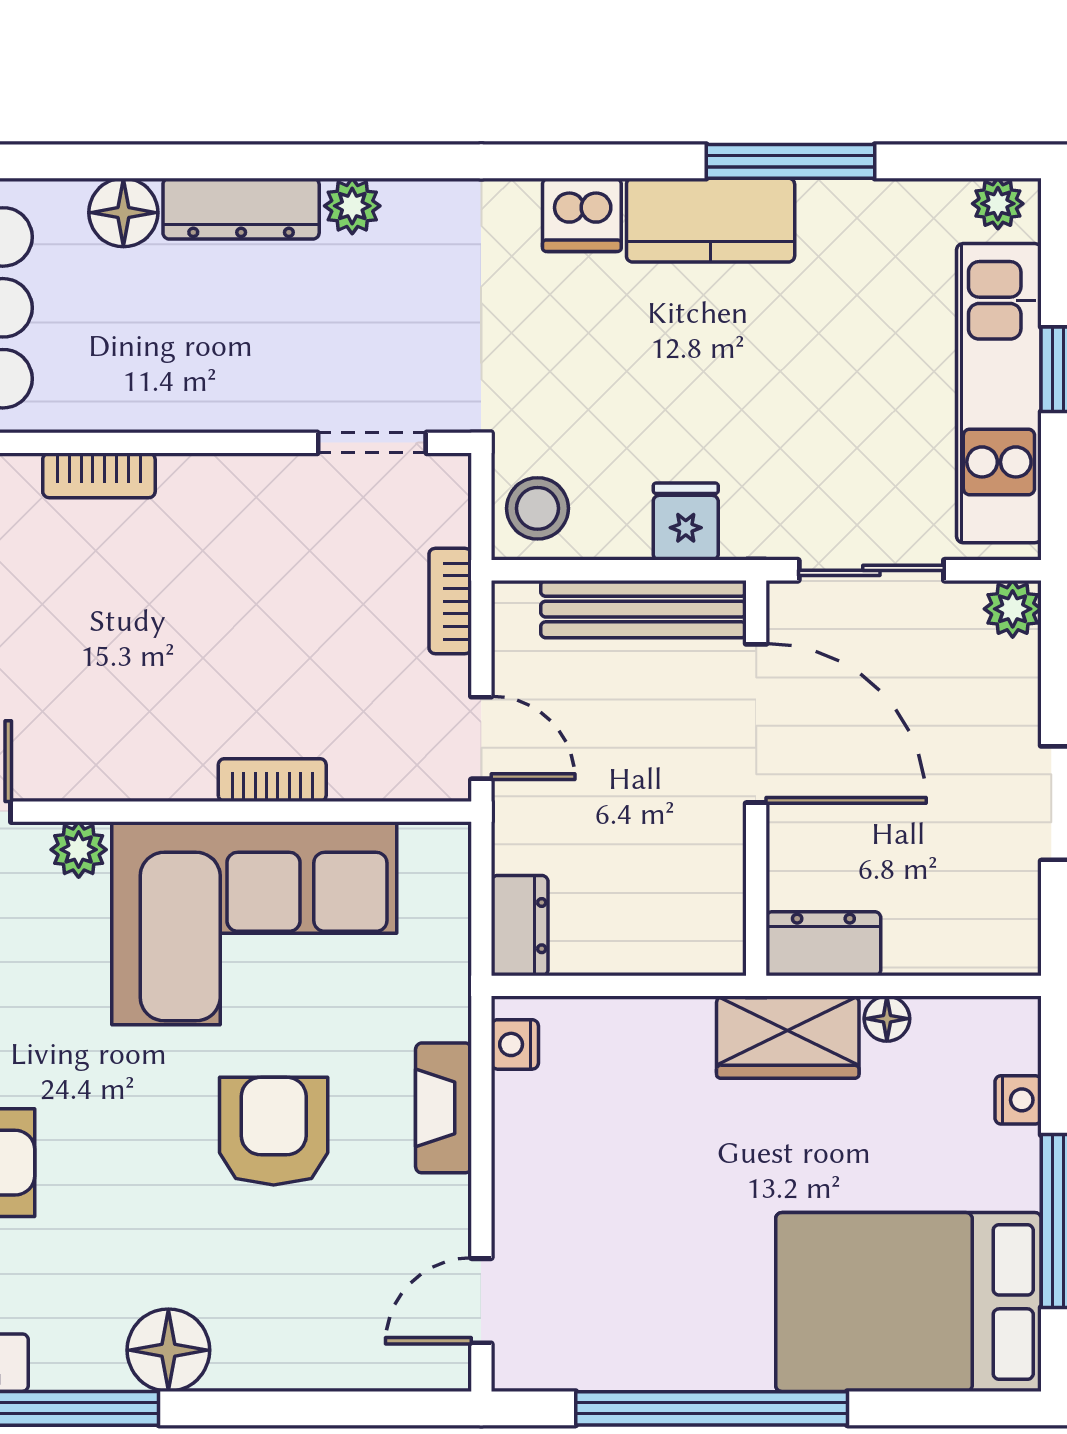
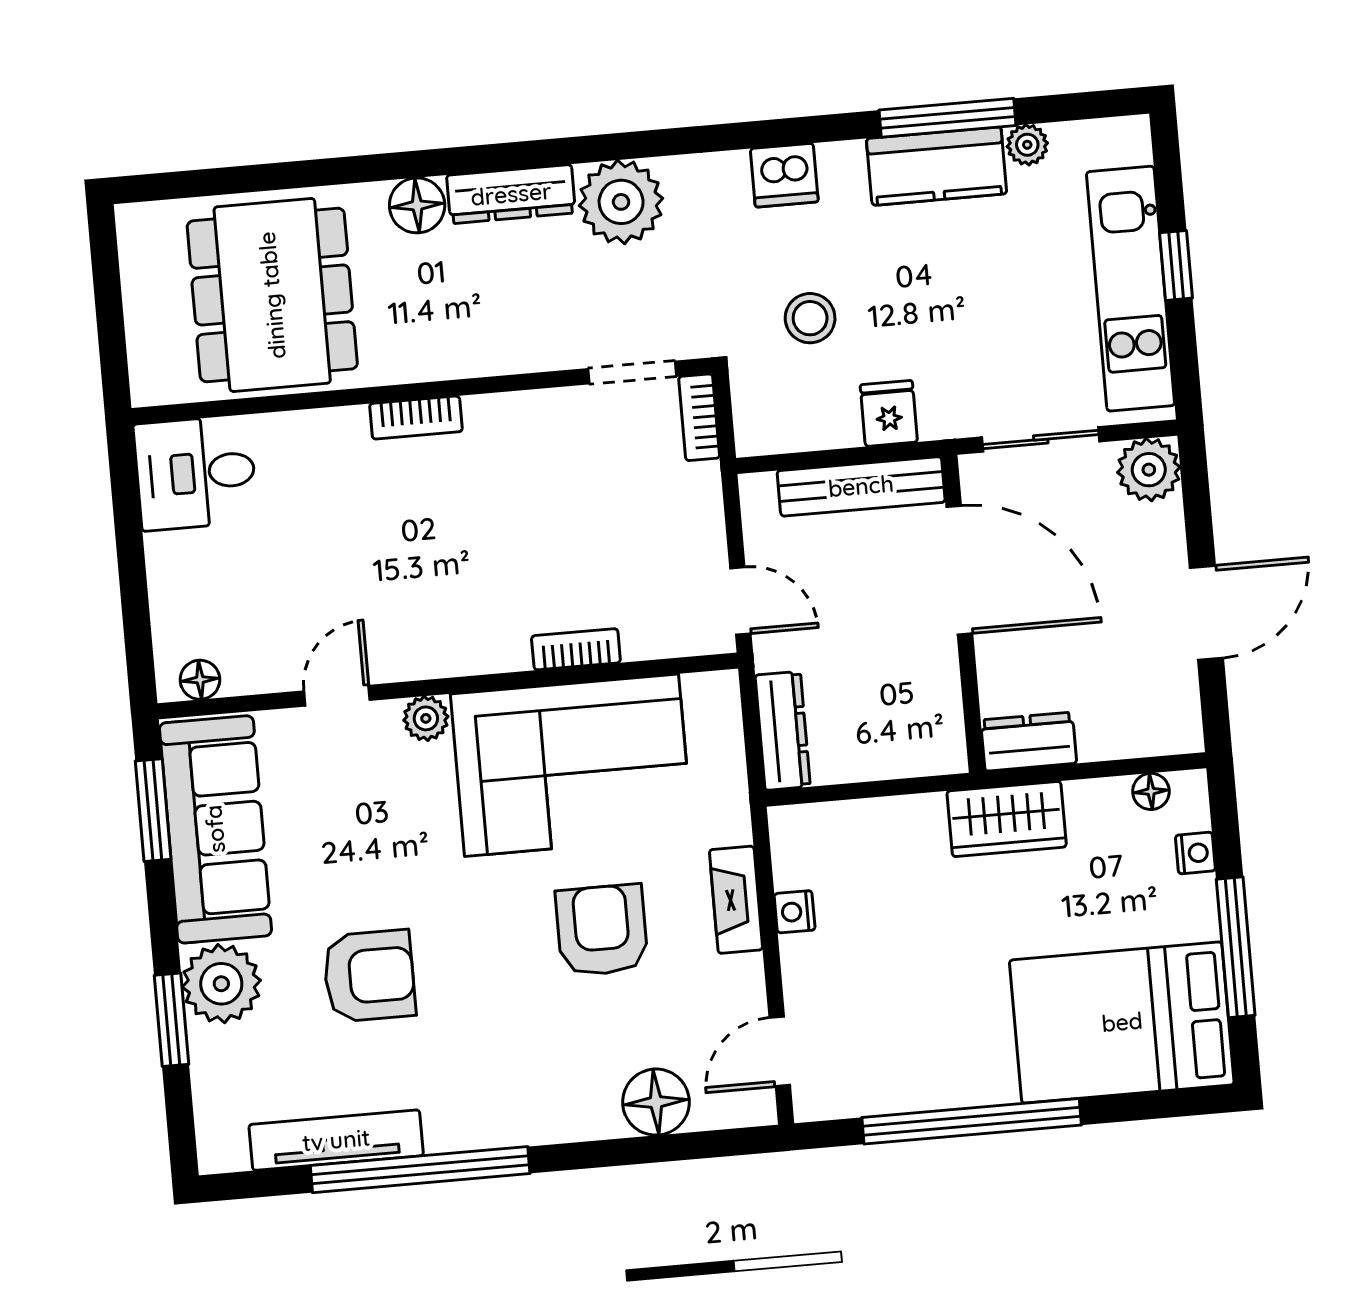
plant: (998, 204) -> (1027, 145), moved
plant: (352, 206) -> (621, 202), width x1.87, depth x1.87
kitchen counter: (711, 220) -> (937, 166), moved
stool: (538, 508) -> (810, 318), moved
bookcase: (450, 601) -> (699, 417), moved
plant: (1013, 609) -> (1149, 470), width x1.38, depth x1.38
dresser: (520, 926) -> (783, 731), width x1.44
floor lamp: (887, 1019) -> (1151, 791), moved
nightstand: (515, 1044) -> (795, 912), moved
floor lamp: (168, 1350) -> (656, 1102), moved

